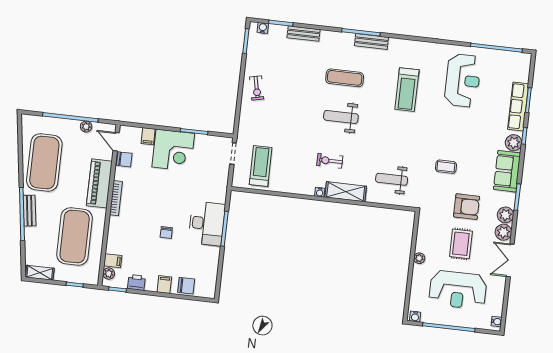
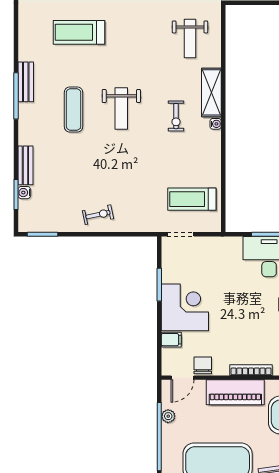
water cooler: (263, 28) -> (24, 193), moved
treadmill: (407, 90) -> (79, 32), turned 180

